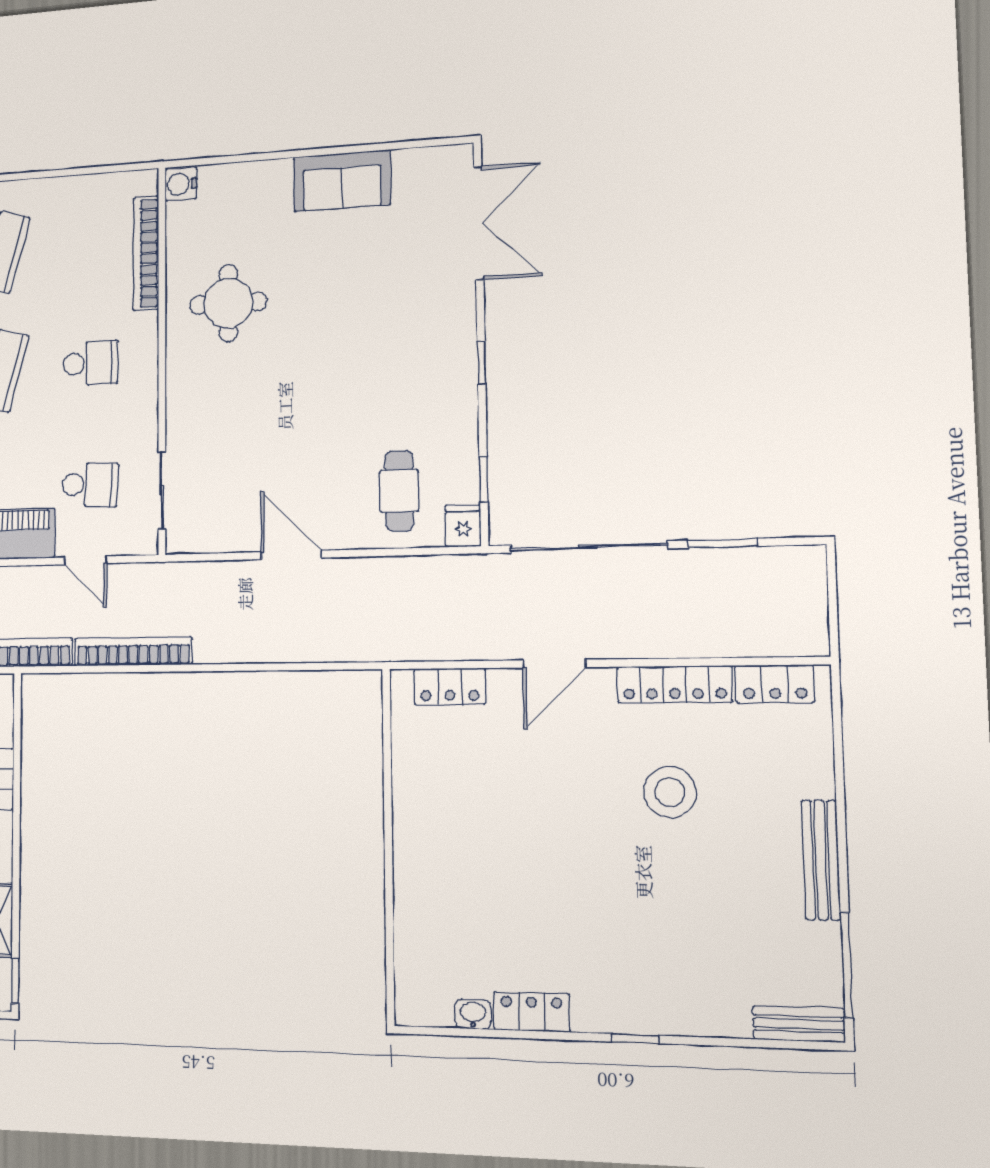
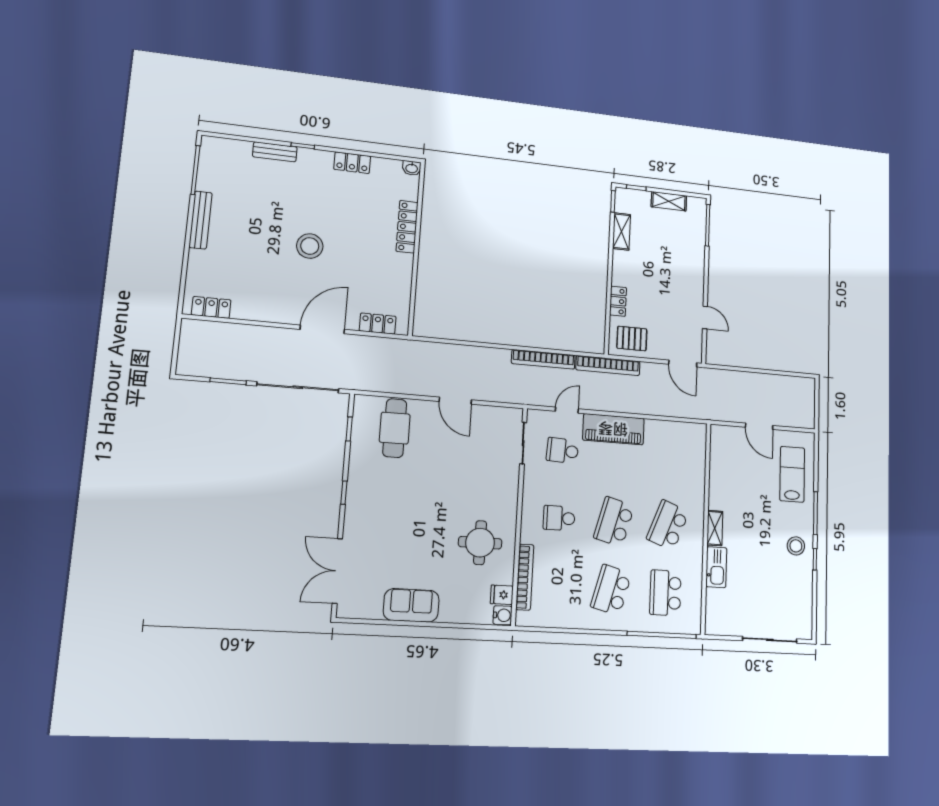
cafe table: (399, 491) -> (395, 428), width x1.37, depth x1.35
fridge: (463, 526) -> (502, 595), moved, turned 90
door: (85, 560) -> (567, 410), hinge flipped
door: (554, 664) -> (322, 329), width x1.36
locker: (675, 684) -> (407, 227), moved, turned -90
stool: (670, 792) -> (310, 246), moved
washbasin: (473, 1014) -> (412, 168), moved
bench: (799, 1024) -> (275, 152), moved

